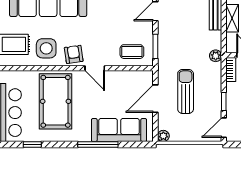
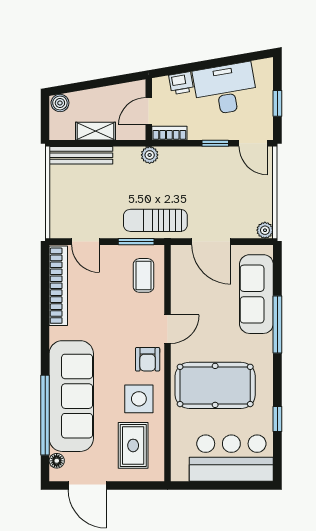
armchair: (74, 54) -> (148, 359), turned -82
sun lounger: (186, 91) -> (155, 220), moved

